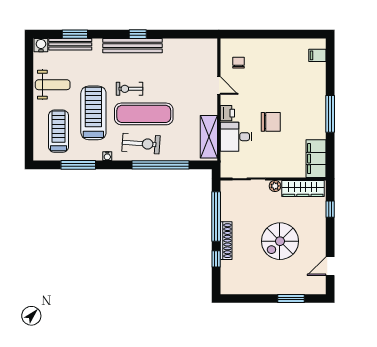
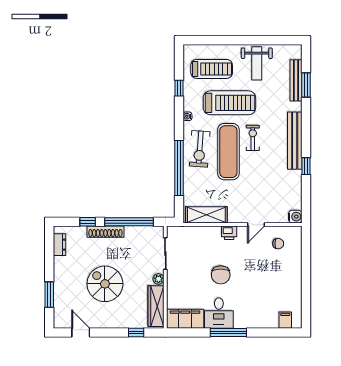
window: (138, 34) -> (306, 166), moved
water cooler: (41, 45) -> (295, 217), moved
desk: (236, 137) -> (219, 313), moved, turned 180
window: (78, 165) -> (179, 88), width x0.46
dresser: (240, 288) -> (60, 245), added

